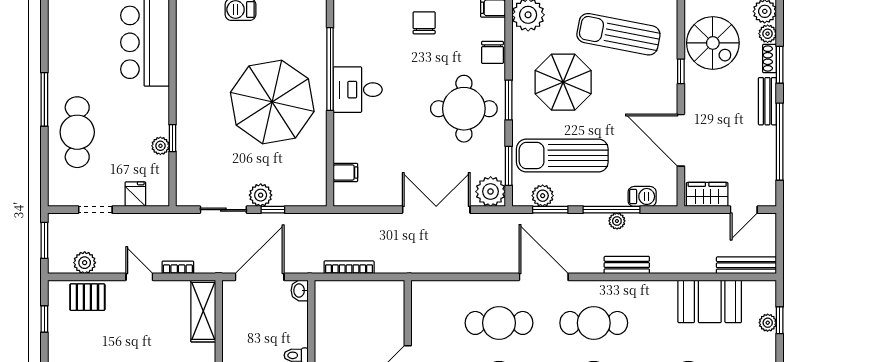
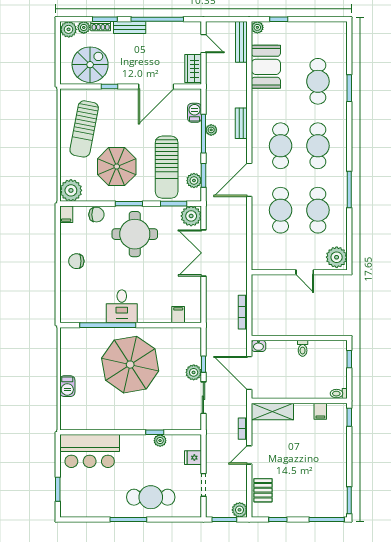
plant: (85, 263) -> (240, 510), moved
plant: (768, 323) -> (257, 27), moved

